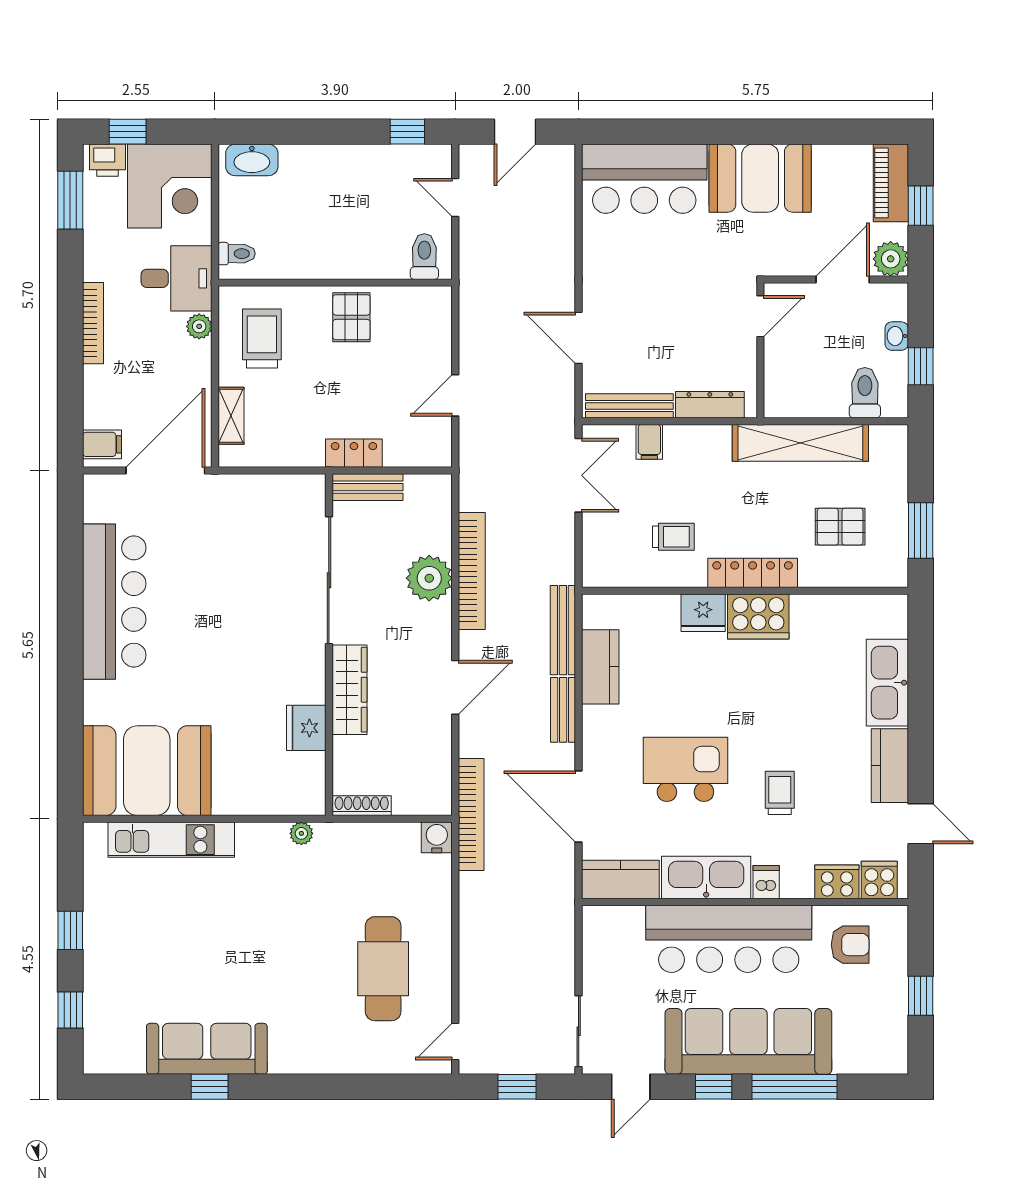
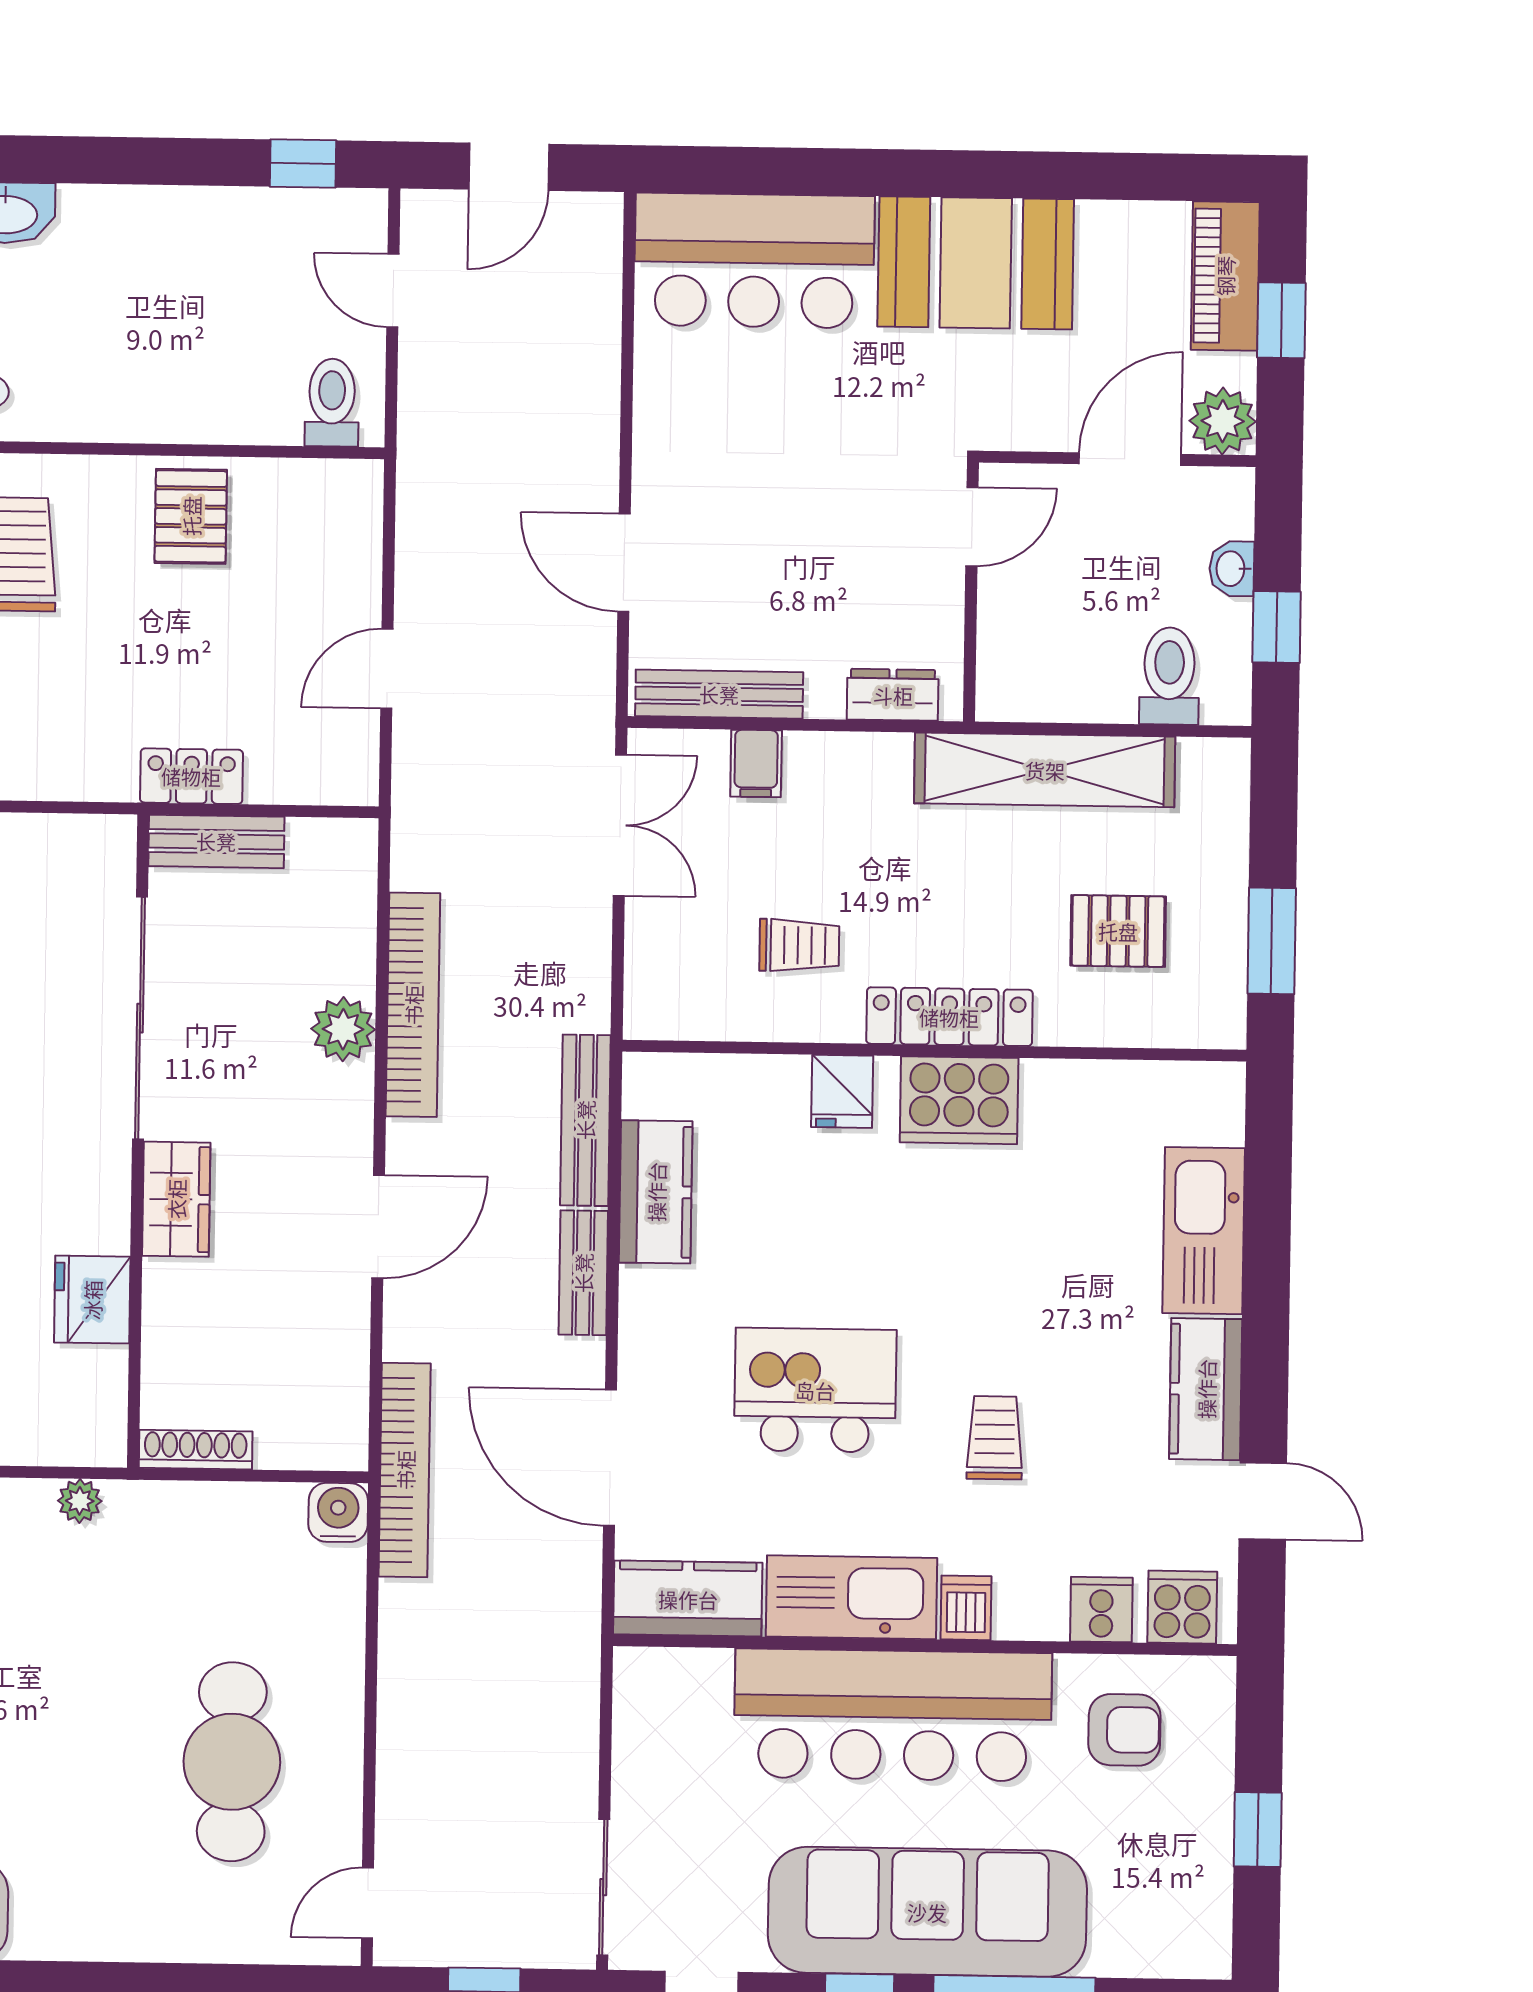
dresser: (710, 405) -> (893, 695), width x0.70
plant: (429, 578) -> (343, 1029), width x0.73, depth x0.73
fridge: (703, 613) -> (842, 1091), width x0.72
wardrobe: (349, 690) -> (176, 1199), width x0.67
cooker: (837, 882) -> (1101, 1610), width x0.73

